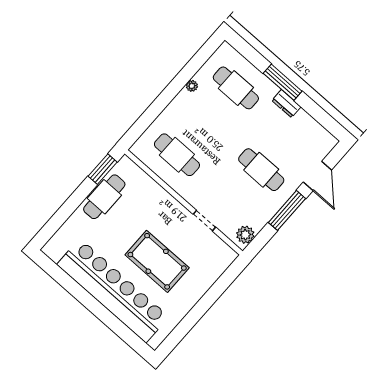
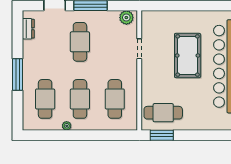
dresser: (286, 104) -> (28, 29), moved
cafe table: (206, 121) -> (80, 99), added
cafe table: (104, 197) -> (163, 113), moved

